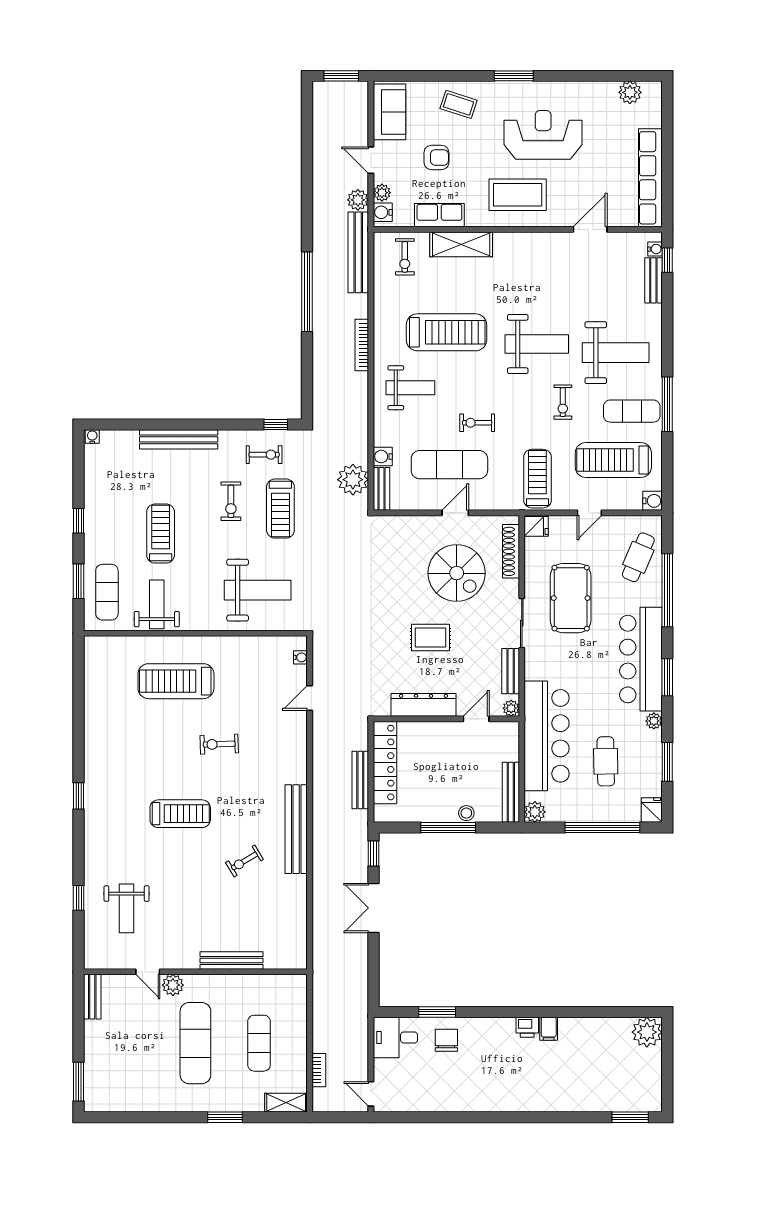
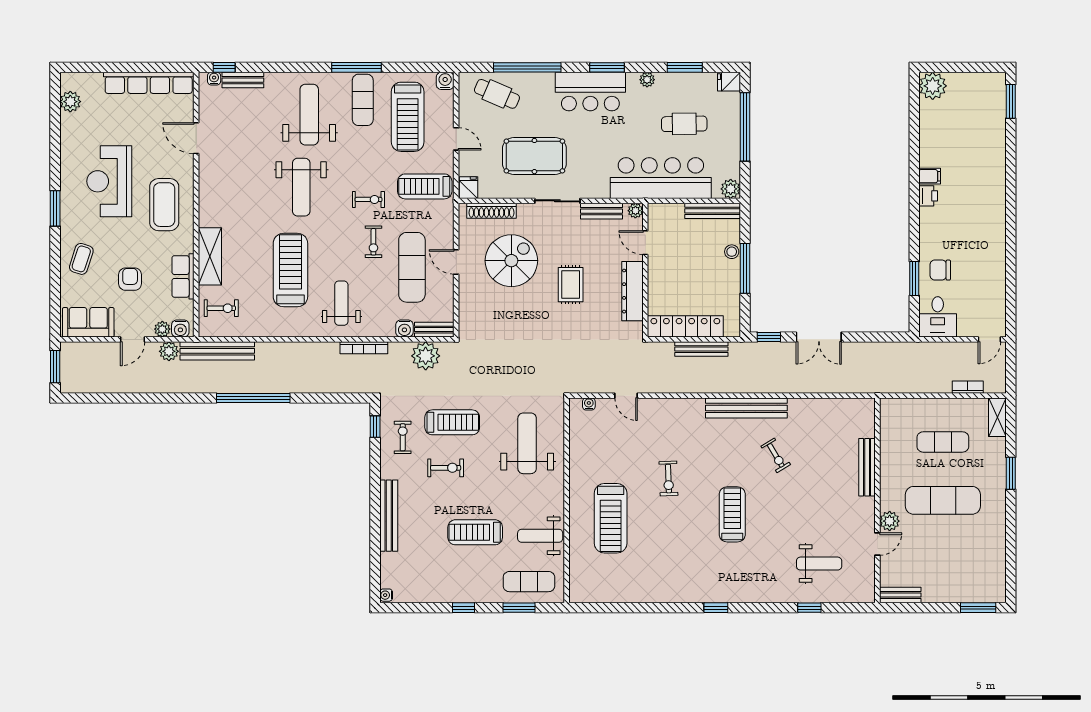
weight bench: (537, 344) -> (301, 187), turned 180
bookcase: (362, 345) -> (364, 348), moved
exercise bike: (563, 402) -> (369, 199), moved
bar counter: (641, 659) -> (590, 92), width x0.73

